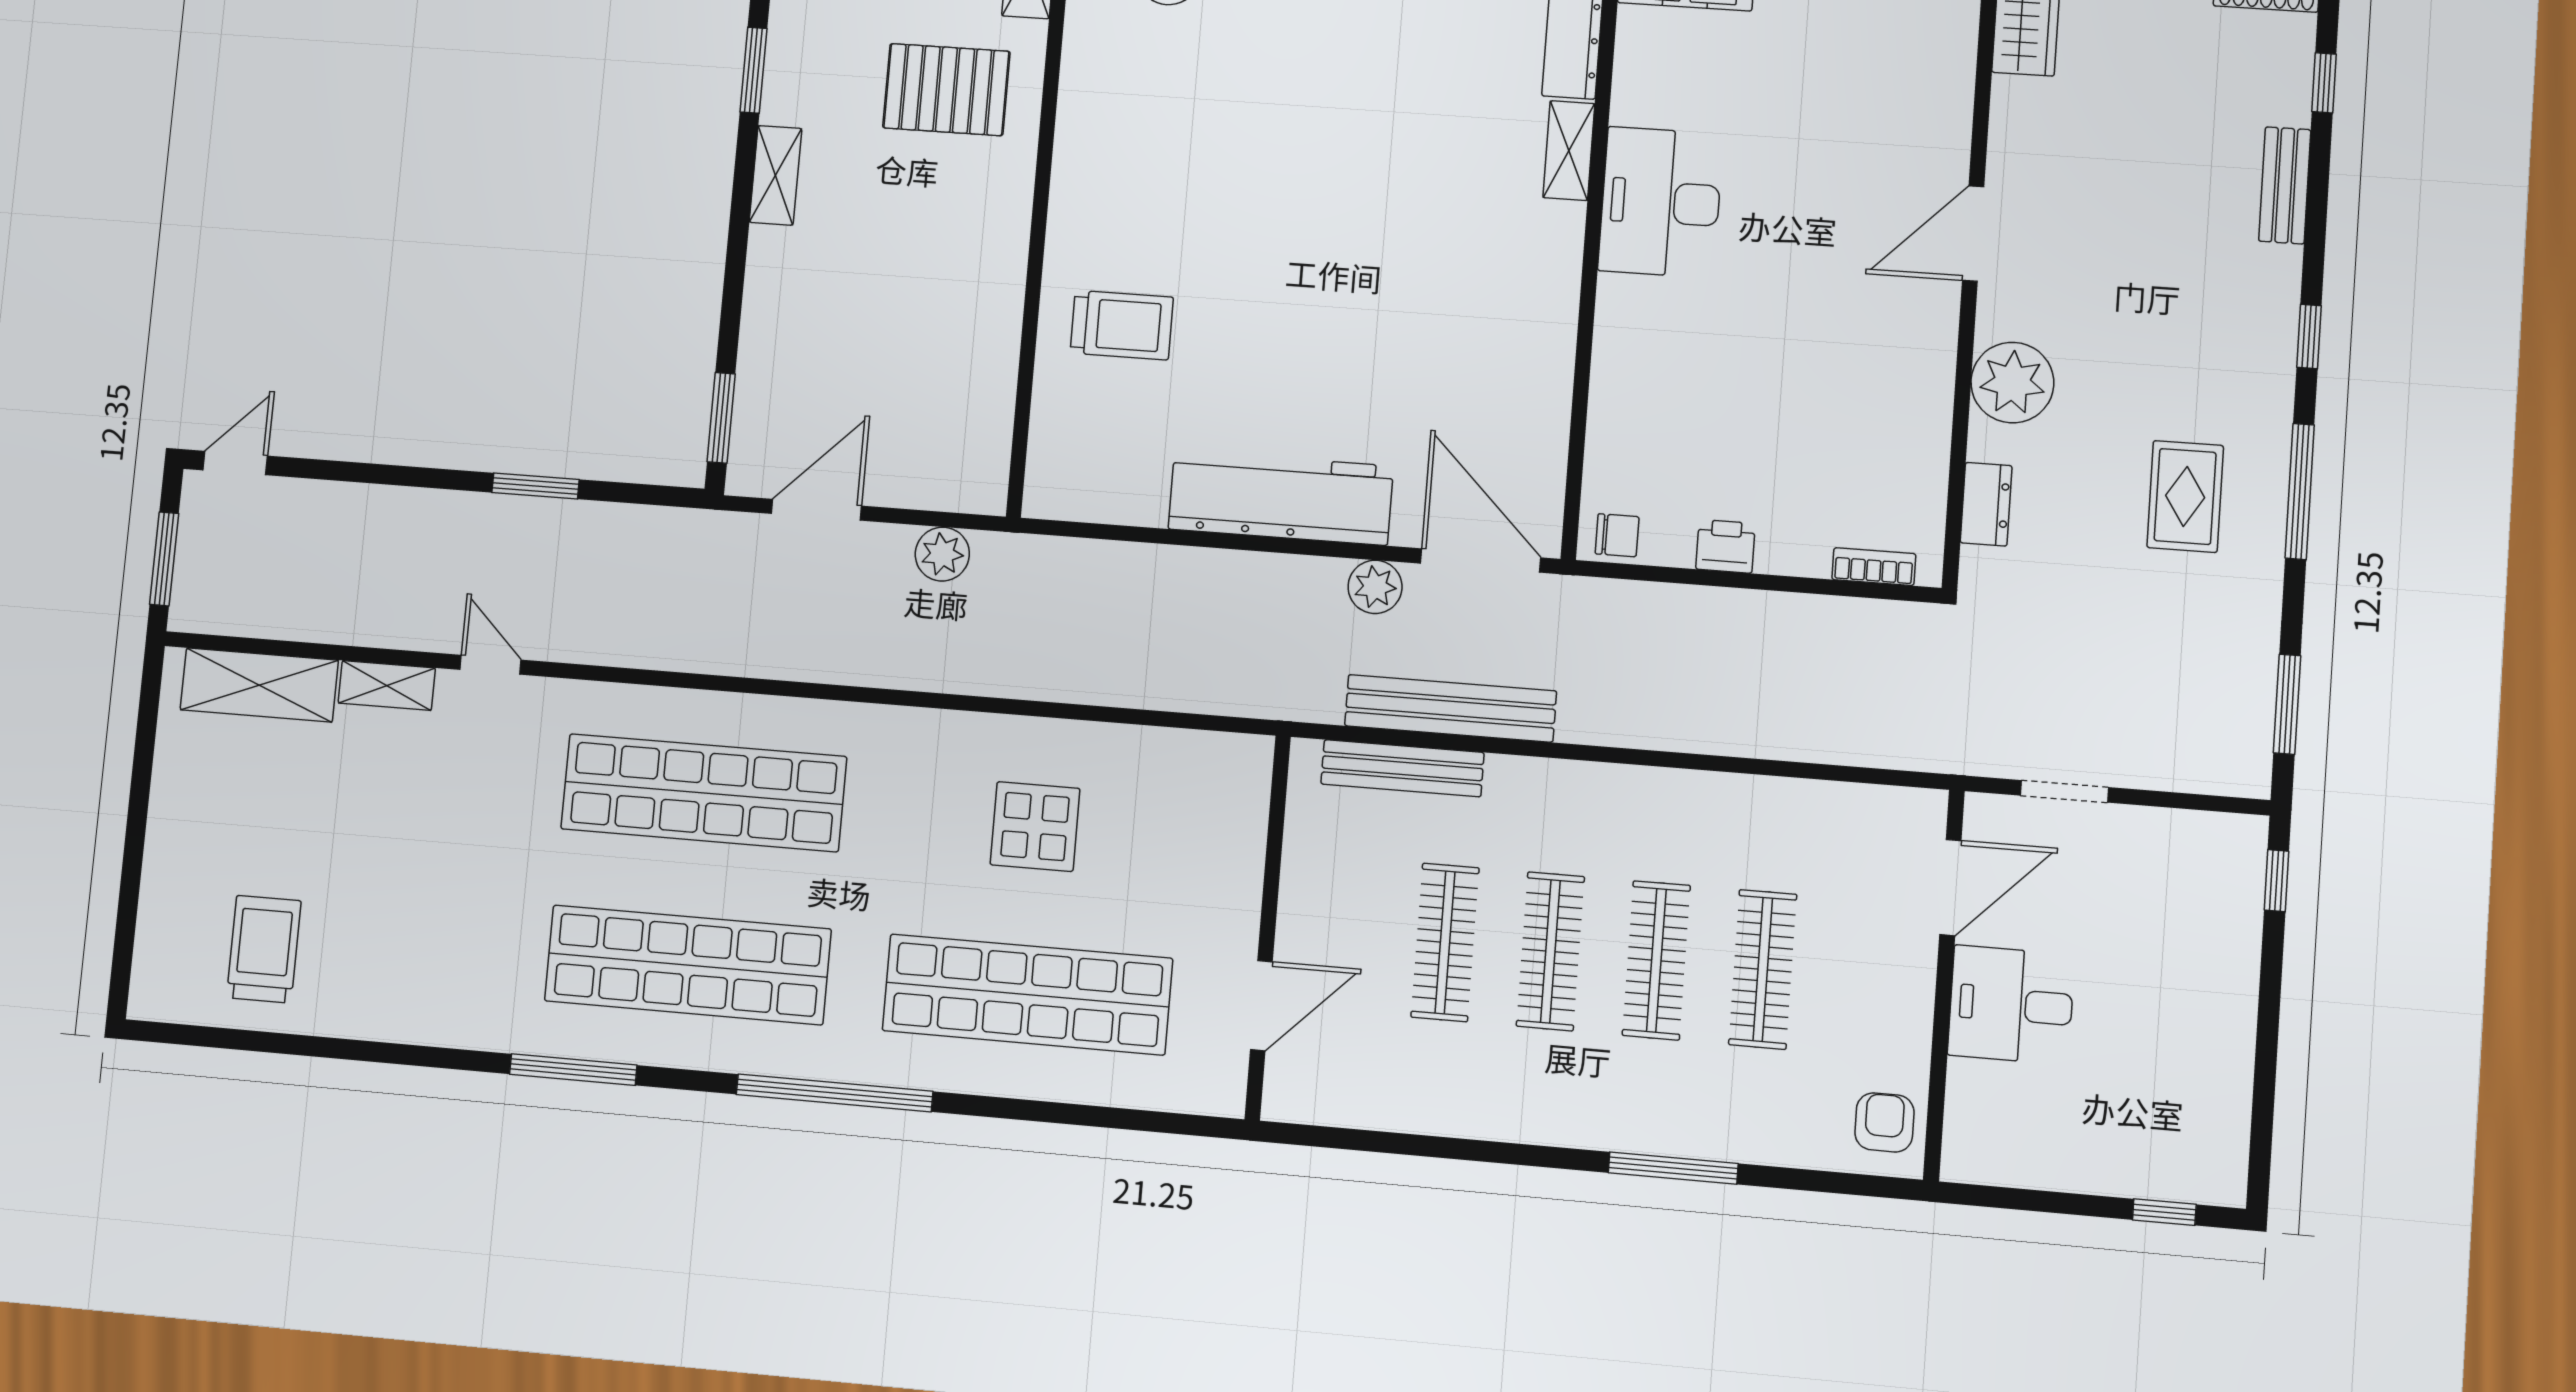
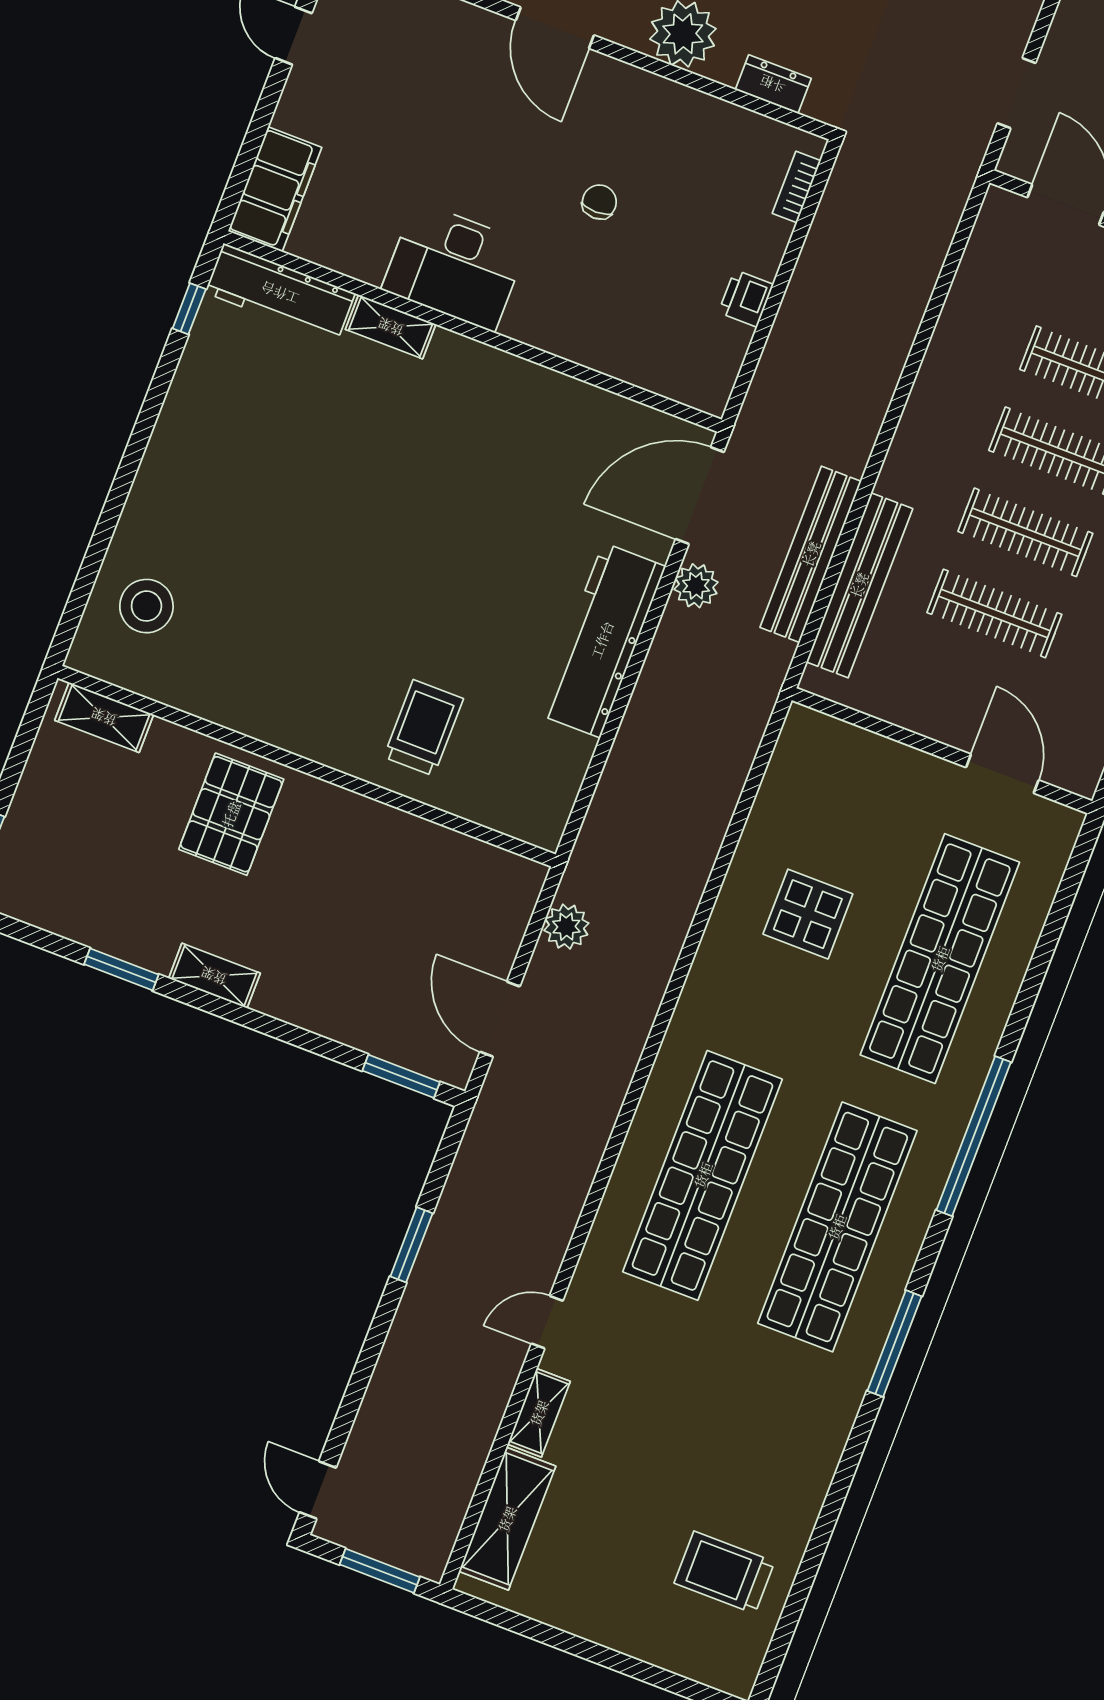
pallet: (946, 90) -> (231, 814), moved
chair: (1617, 535) -> (599, 202), moved
bench: (1402, 768) -> (859, 585), width x1.37, depth x1.21

